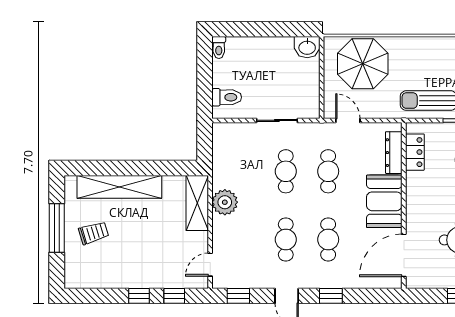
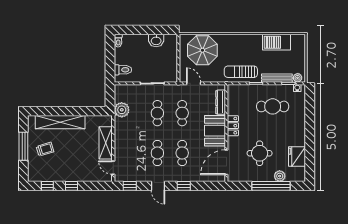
washbasin: (307, 47) -> (156, 41), moved
locker: (415, 152) -> (233, 126), moved
plant: (225, 202) -> (122, 110), moved
shelving: (197, 203) -> (106, 143), moved
door: (210, 265) -> (113, 168), hinge flipped
window: (174, 296) -> (47, 186), moved

